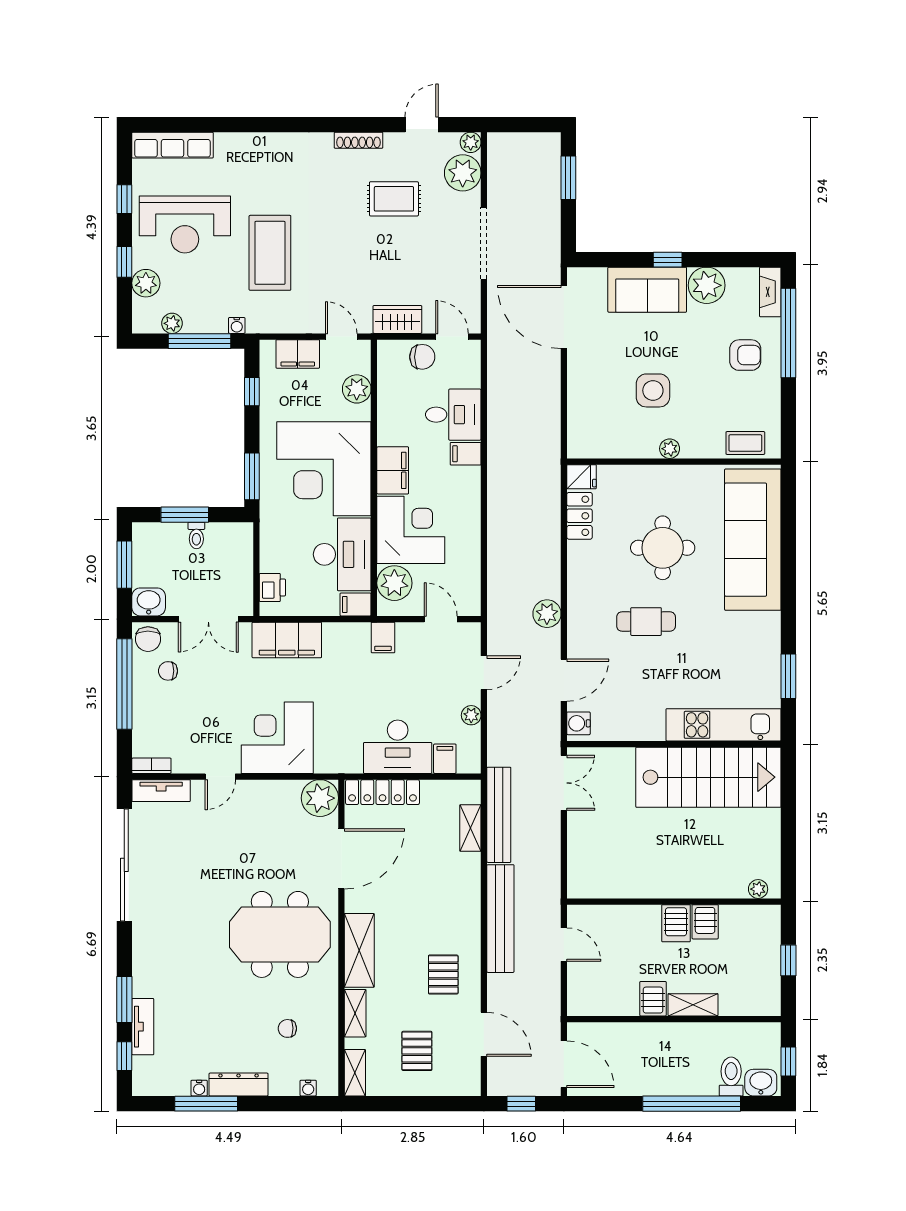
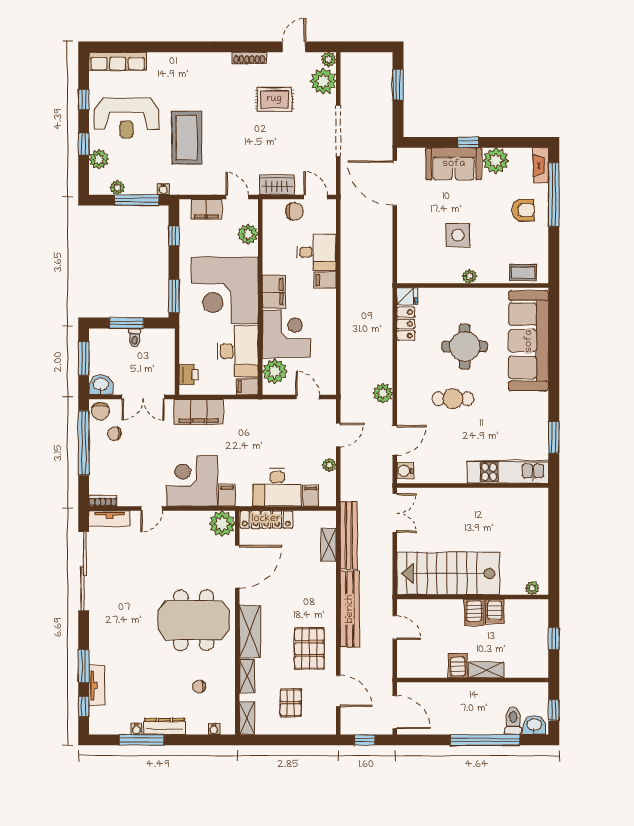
filing cabinet: (383, 638) -> (227, 495), moved, turned 180
stairs: (708, 777) -> (448, 573), moved, turned 180
pallet: (443, 975) -> (309, 649), width x1.50, depth x1.42

